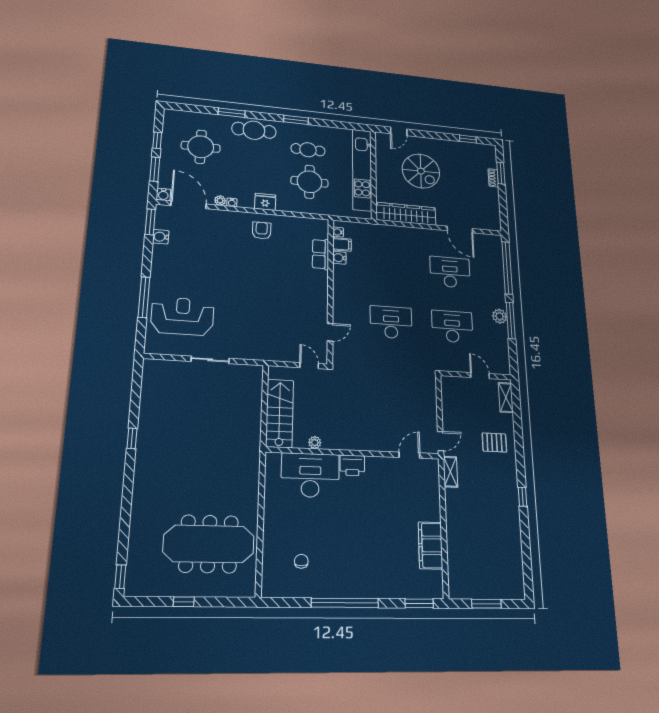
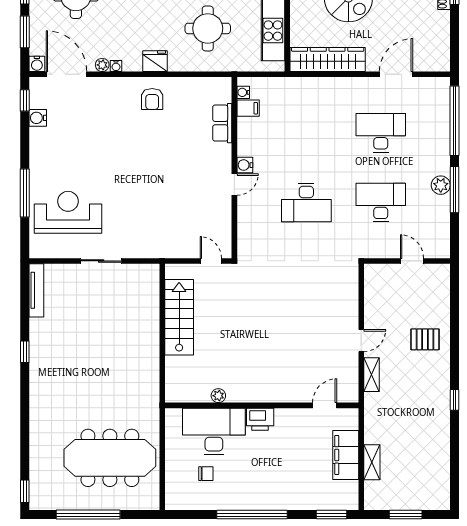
window: (150, 222) -> (25, 100), width x0.67
armchair: (262, 230) -> (152, 99), turned 180
door: (460, 230) -> (396, 74), swing flipped
water cooler: (339, 258) -> (245, 165), moved
desk: (391, 322) -> (306, 202), turned 180
door: (330, 332) -> (234, 184), moved
tv unit: (148, 382) -> (36, 290), added
shelving: (506, 397) -> (372, 462), moved
plant: (315, 443) -> (218, 396), moved
wall: (354, 453) -> (262, 405), moved
door: (409, 455) -> (325, 405), moved
printer: (352, 465) -> (260, 419), moved
desk: (310, 475) -> (214, 431), moved
chair: (301, 561) -> (206, 474), turned 90
window: (184, 602) -> (88, 515), width x3.17

